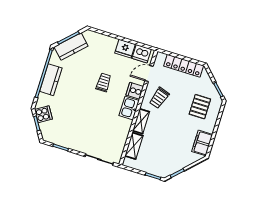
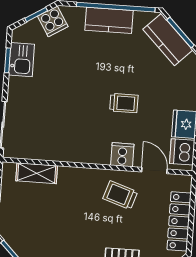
kitchen sink: (129, 108) -> (21, 60), moved, turned 90
shelving: (141, 121) -> (77, 176), removed

